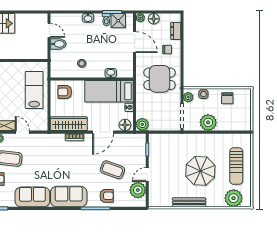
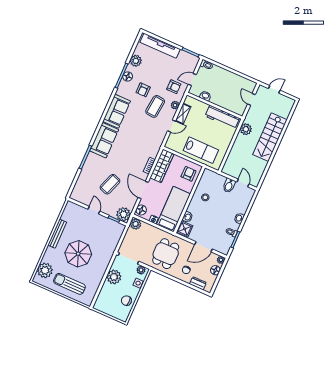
shower: (118, 21) -> (185, 229), moved
door: (49, 30) -> (243, 183), swing flipped
plant: (138, 190) -> (123, 214), moved
armchair: (107, 196) -> (91, 170), removed

